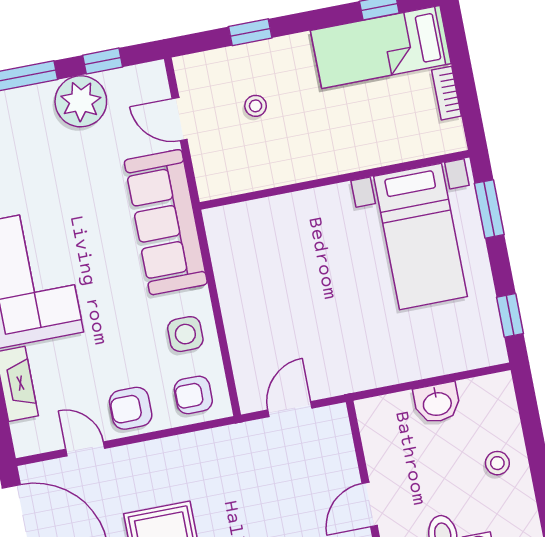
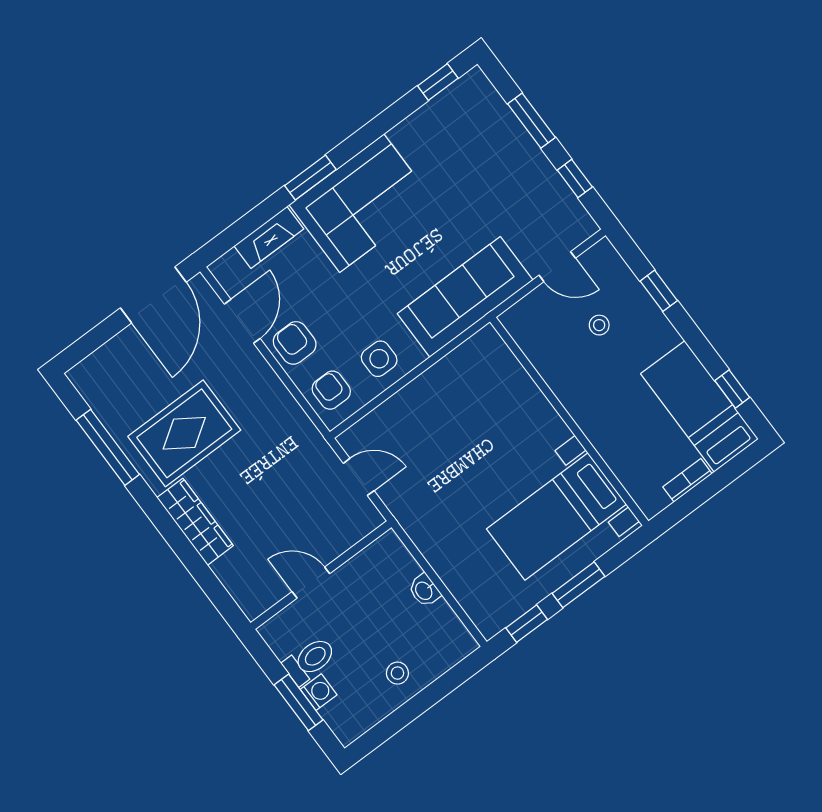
plant: (81, 101) -> (532, 177), removed
door: (180, 119) -> (557, 267), swing flipped
window: (489, 209) -> (579, 585), moved
washbasin: (437, 403) -> (424, 590), width x0.72, depth x0.69
door: (85, 449) -> (242, 321), width x1.38

